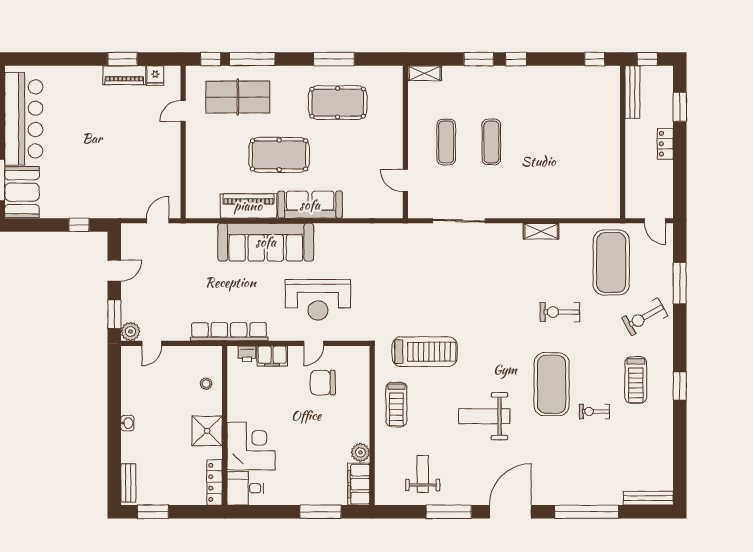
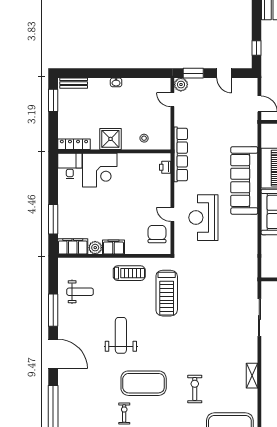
filing cabinet: (272, 356) -> (113, 247), moved, turned 90
chair: (323, 383) -> (157, 234), moved
treadmill: (396, 405) -> (129, 273), turned 180

